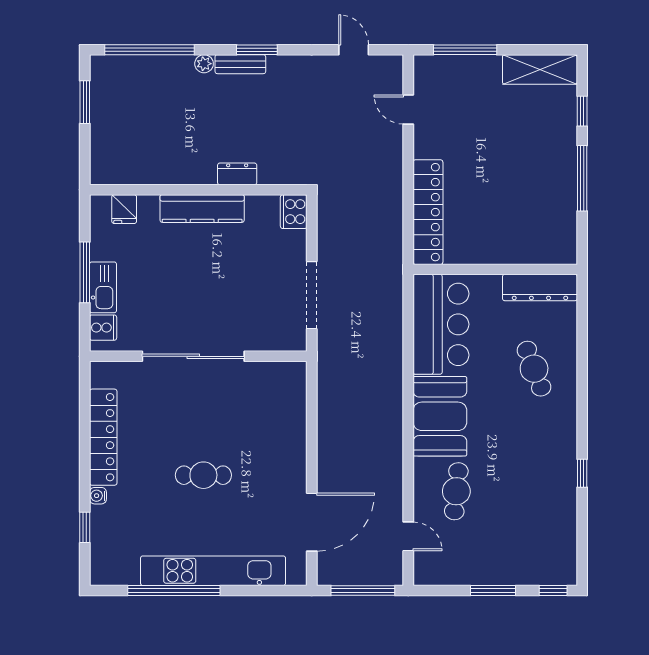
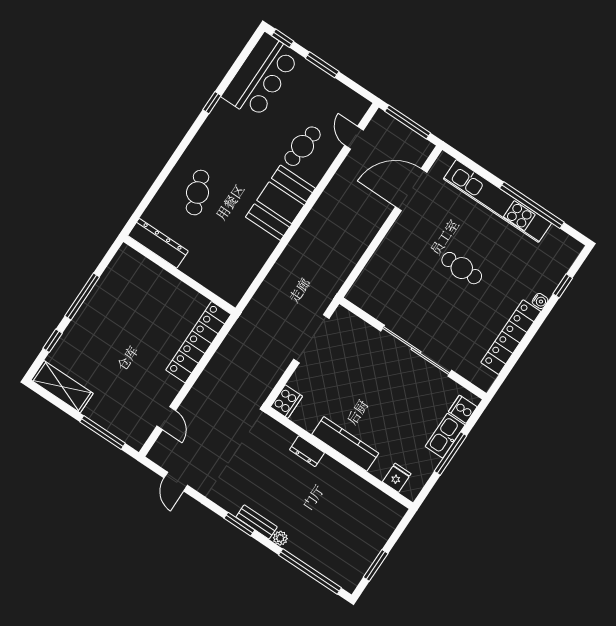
bar counter: (441, 324) -> (261, 76), moved, turned 180

